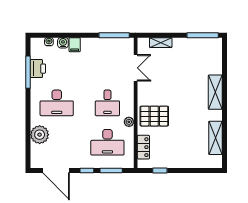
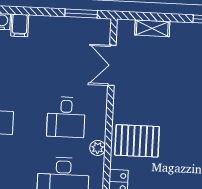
window: (114, 35) -> (81, 14), width x0.69
double door: (136, 68) -> (112, 65), swing flipped

